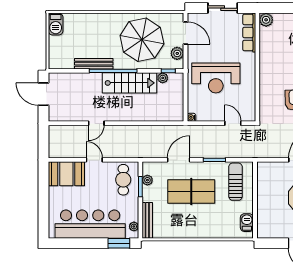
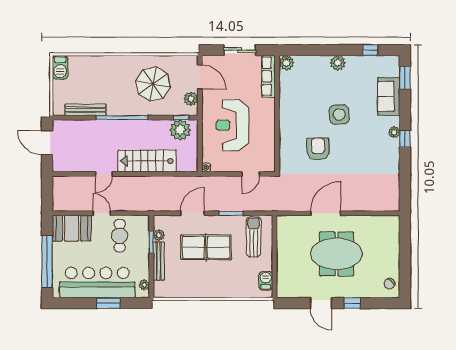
parasol: (142, 40) -> (153, 84), width x0.73, depth x0.73
bench: (94, 64) -> (85, 110), moved
plant: (163, 78) -> (180, 130), width x1.88, depth x1.88
reception desk: (216, 78) -> (232, 125), turned 90
stairs: (129, 83) -> (147, 161), moved, turned 180
door: (233, 123) -> (251, 174), swing flipped
cafe table: (123, 180) -> (120, 236), moved
window: (44, 205) -> (47, 262), added
bench: (147, 220) -> (159, 261), moved
window: (119, 243) -> (108, 303), moved

